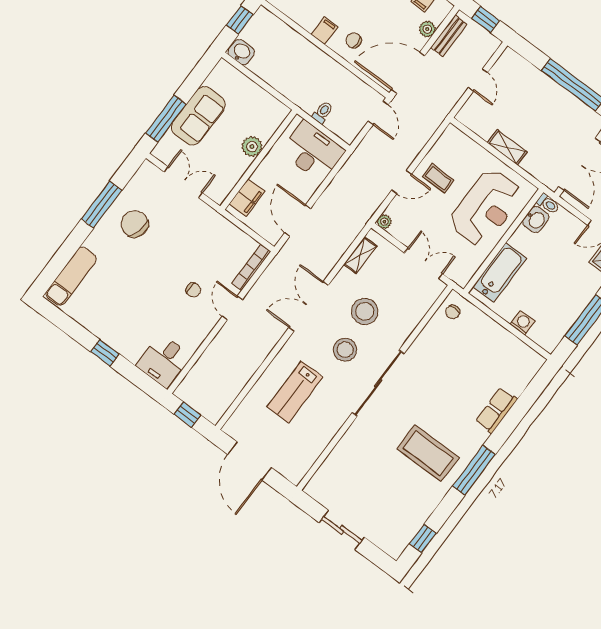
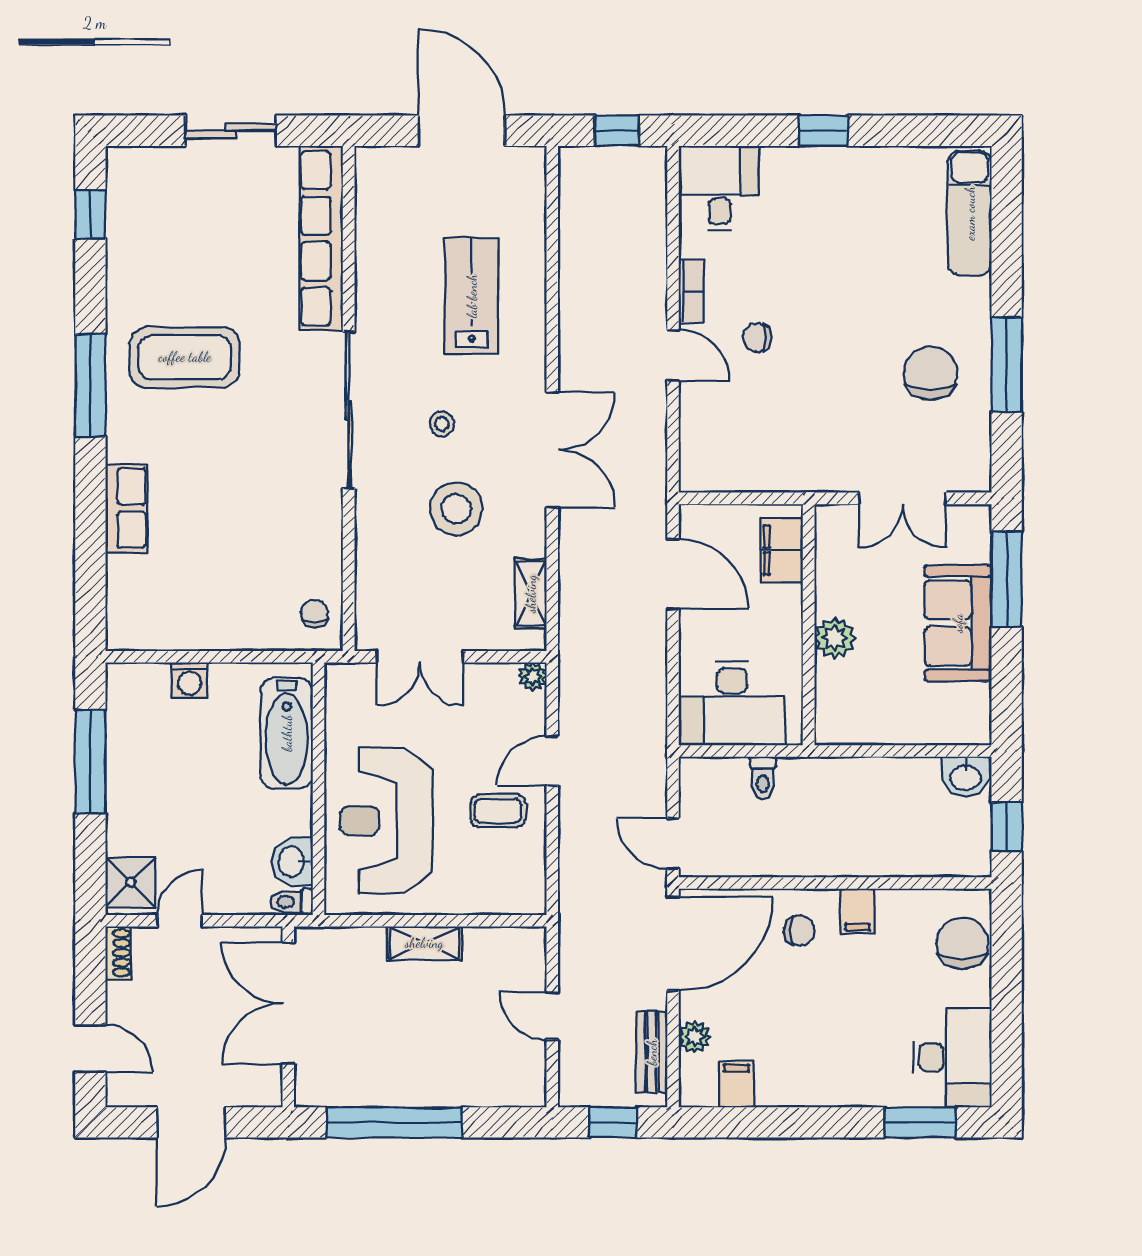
chair: (135, 224) -> (930, 373), turned -105
bookcase: (251, 267) -> (691, 291), moved, width x0.64
stool: (345, 350) -> (442, 424), width x0.53, depth x0.53
row of seats: (338, 460) -> (321, 238), added

